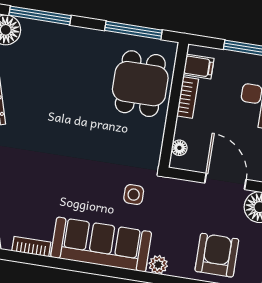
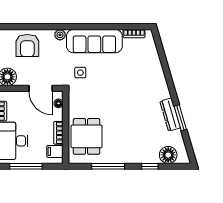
window: (40, 15) -> (150, 166), width x0.46
window: (133, 30) -> (108, 166), moved
door: (225, 181) -> (41, 88), moved

